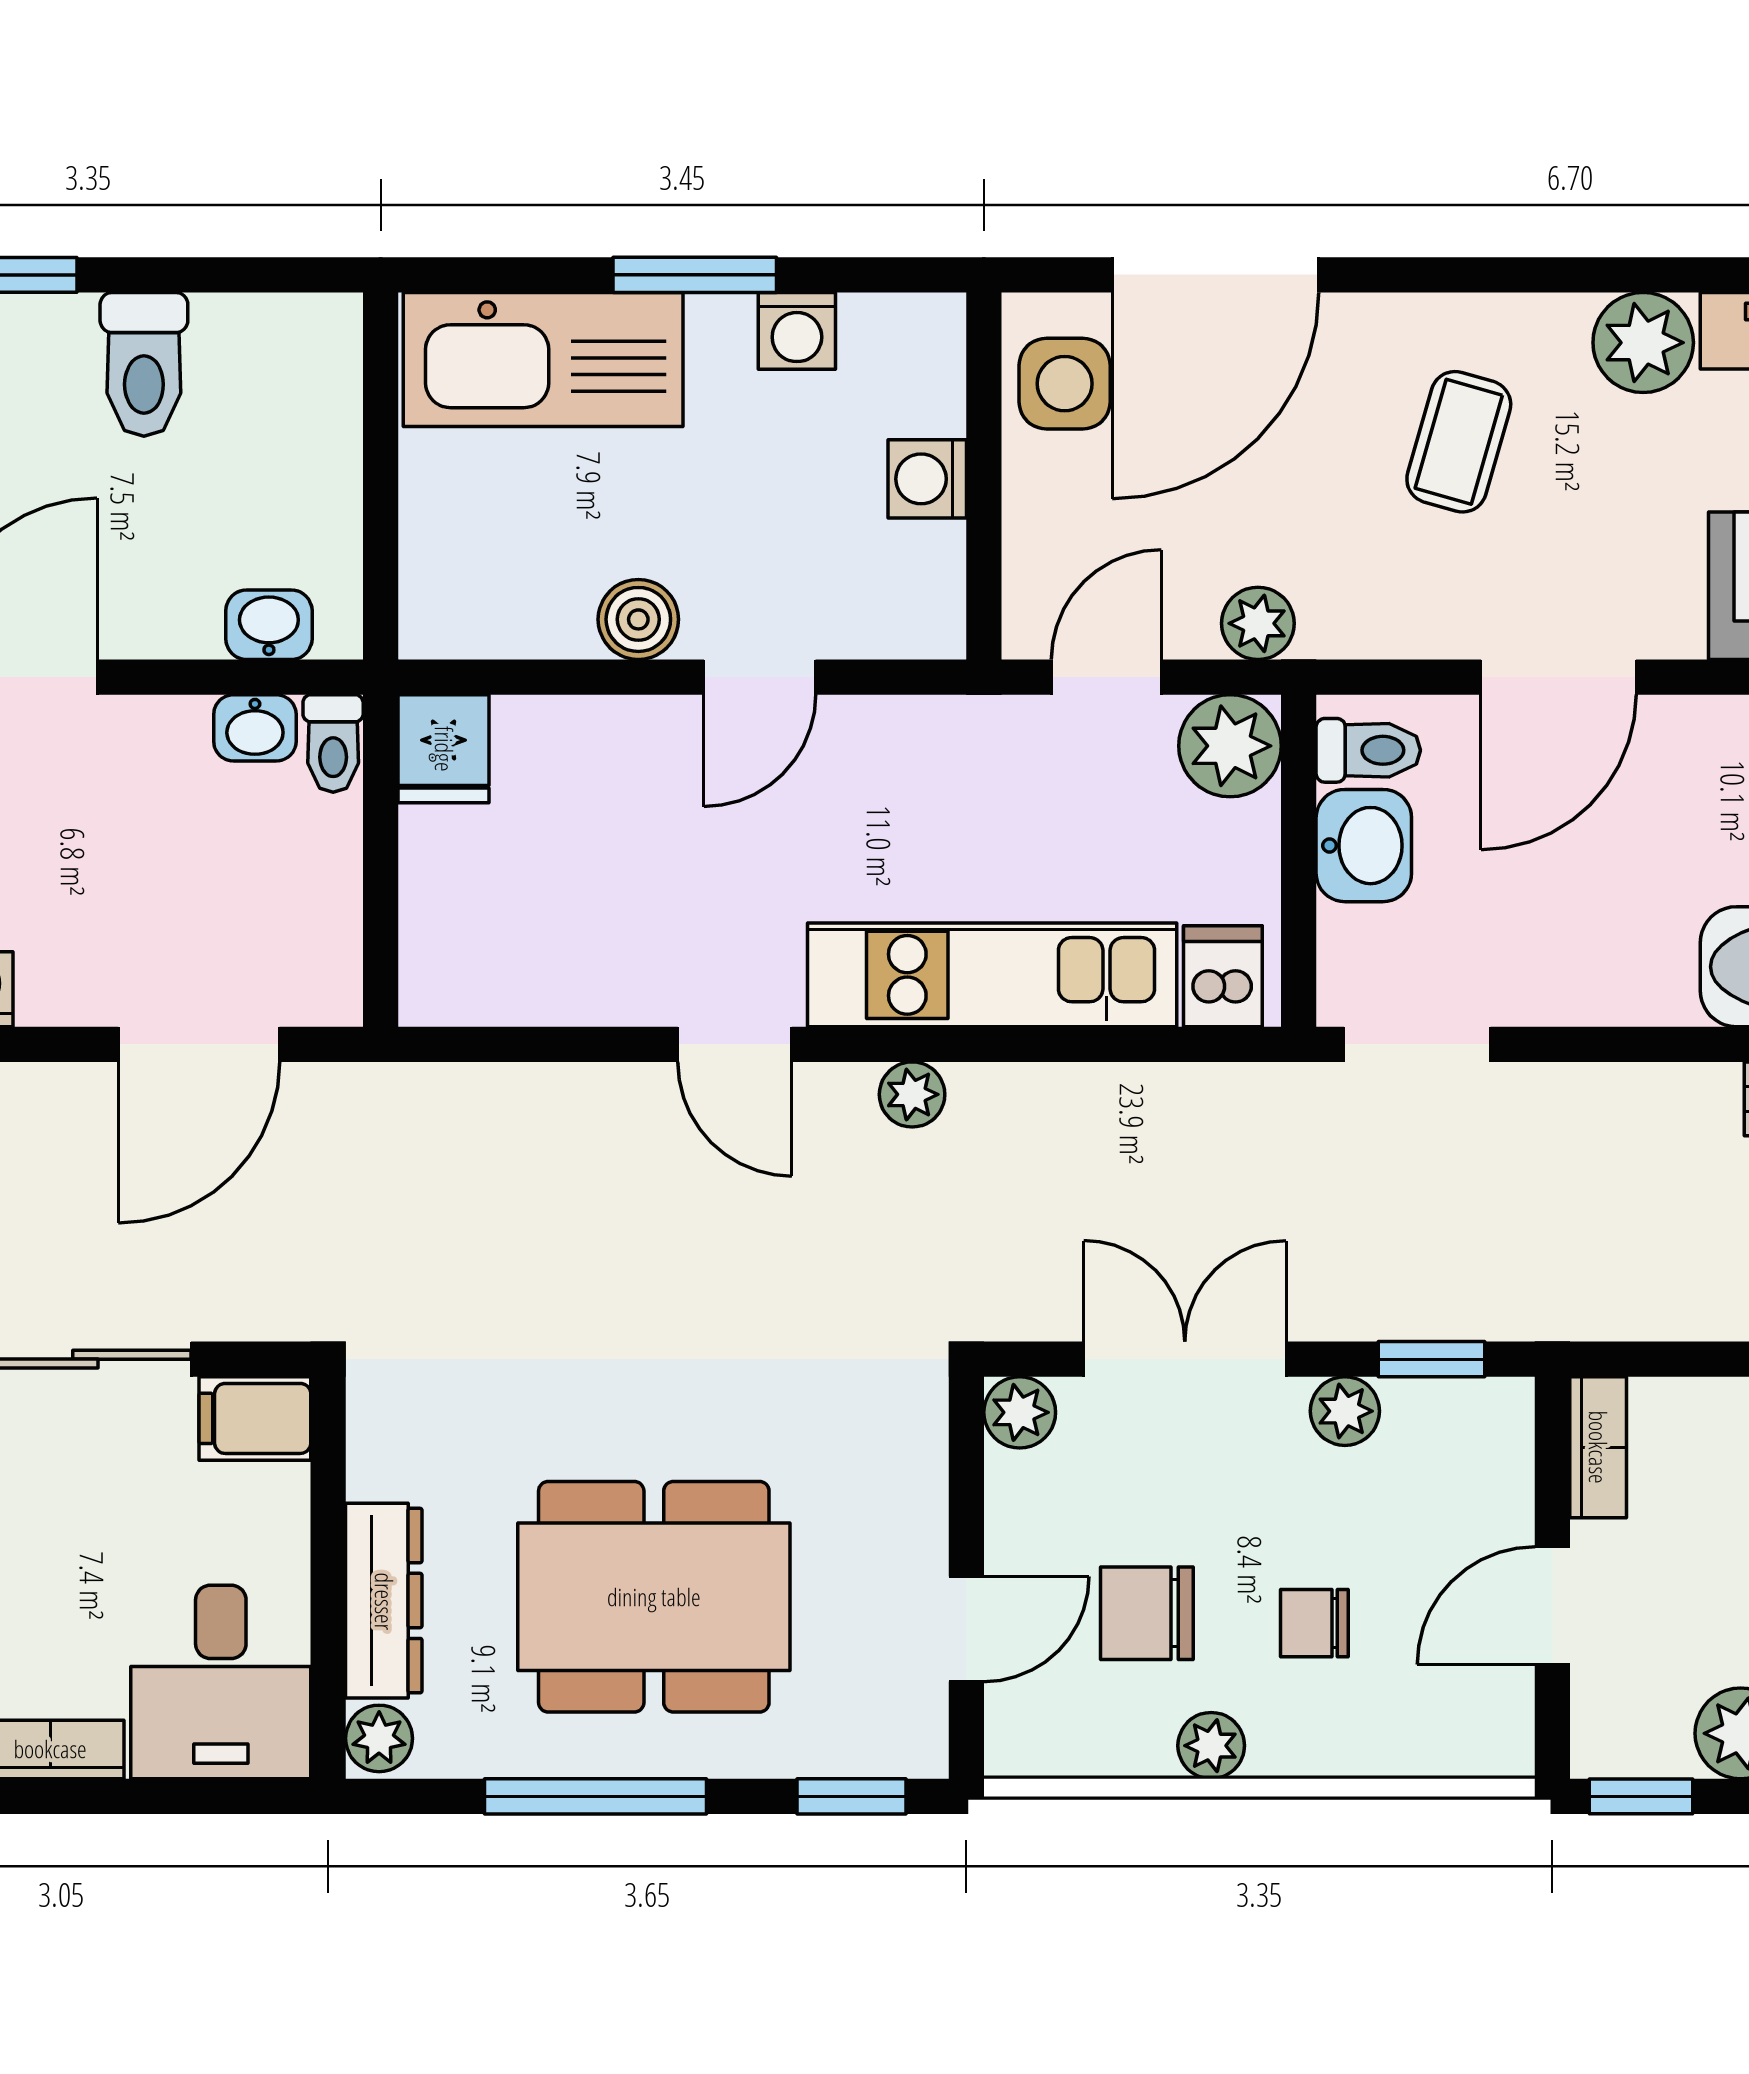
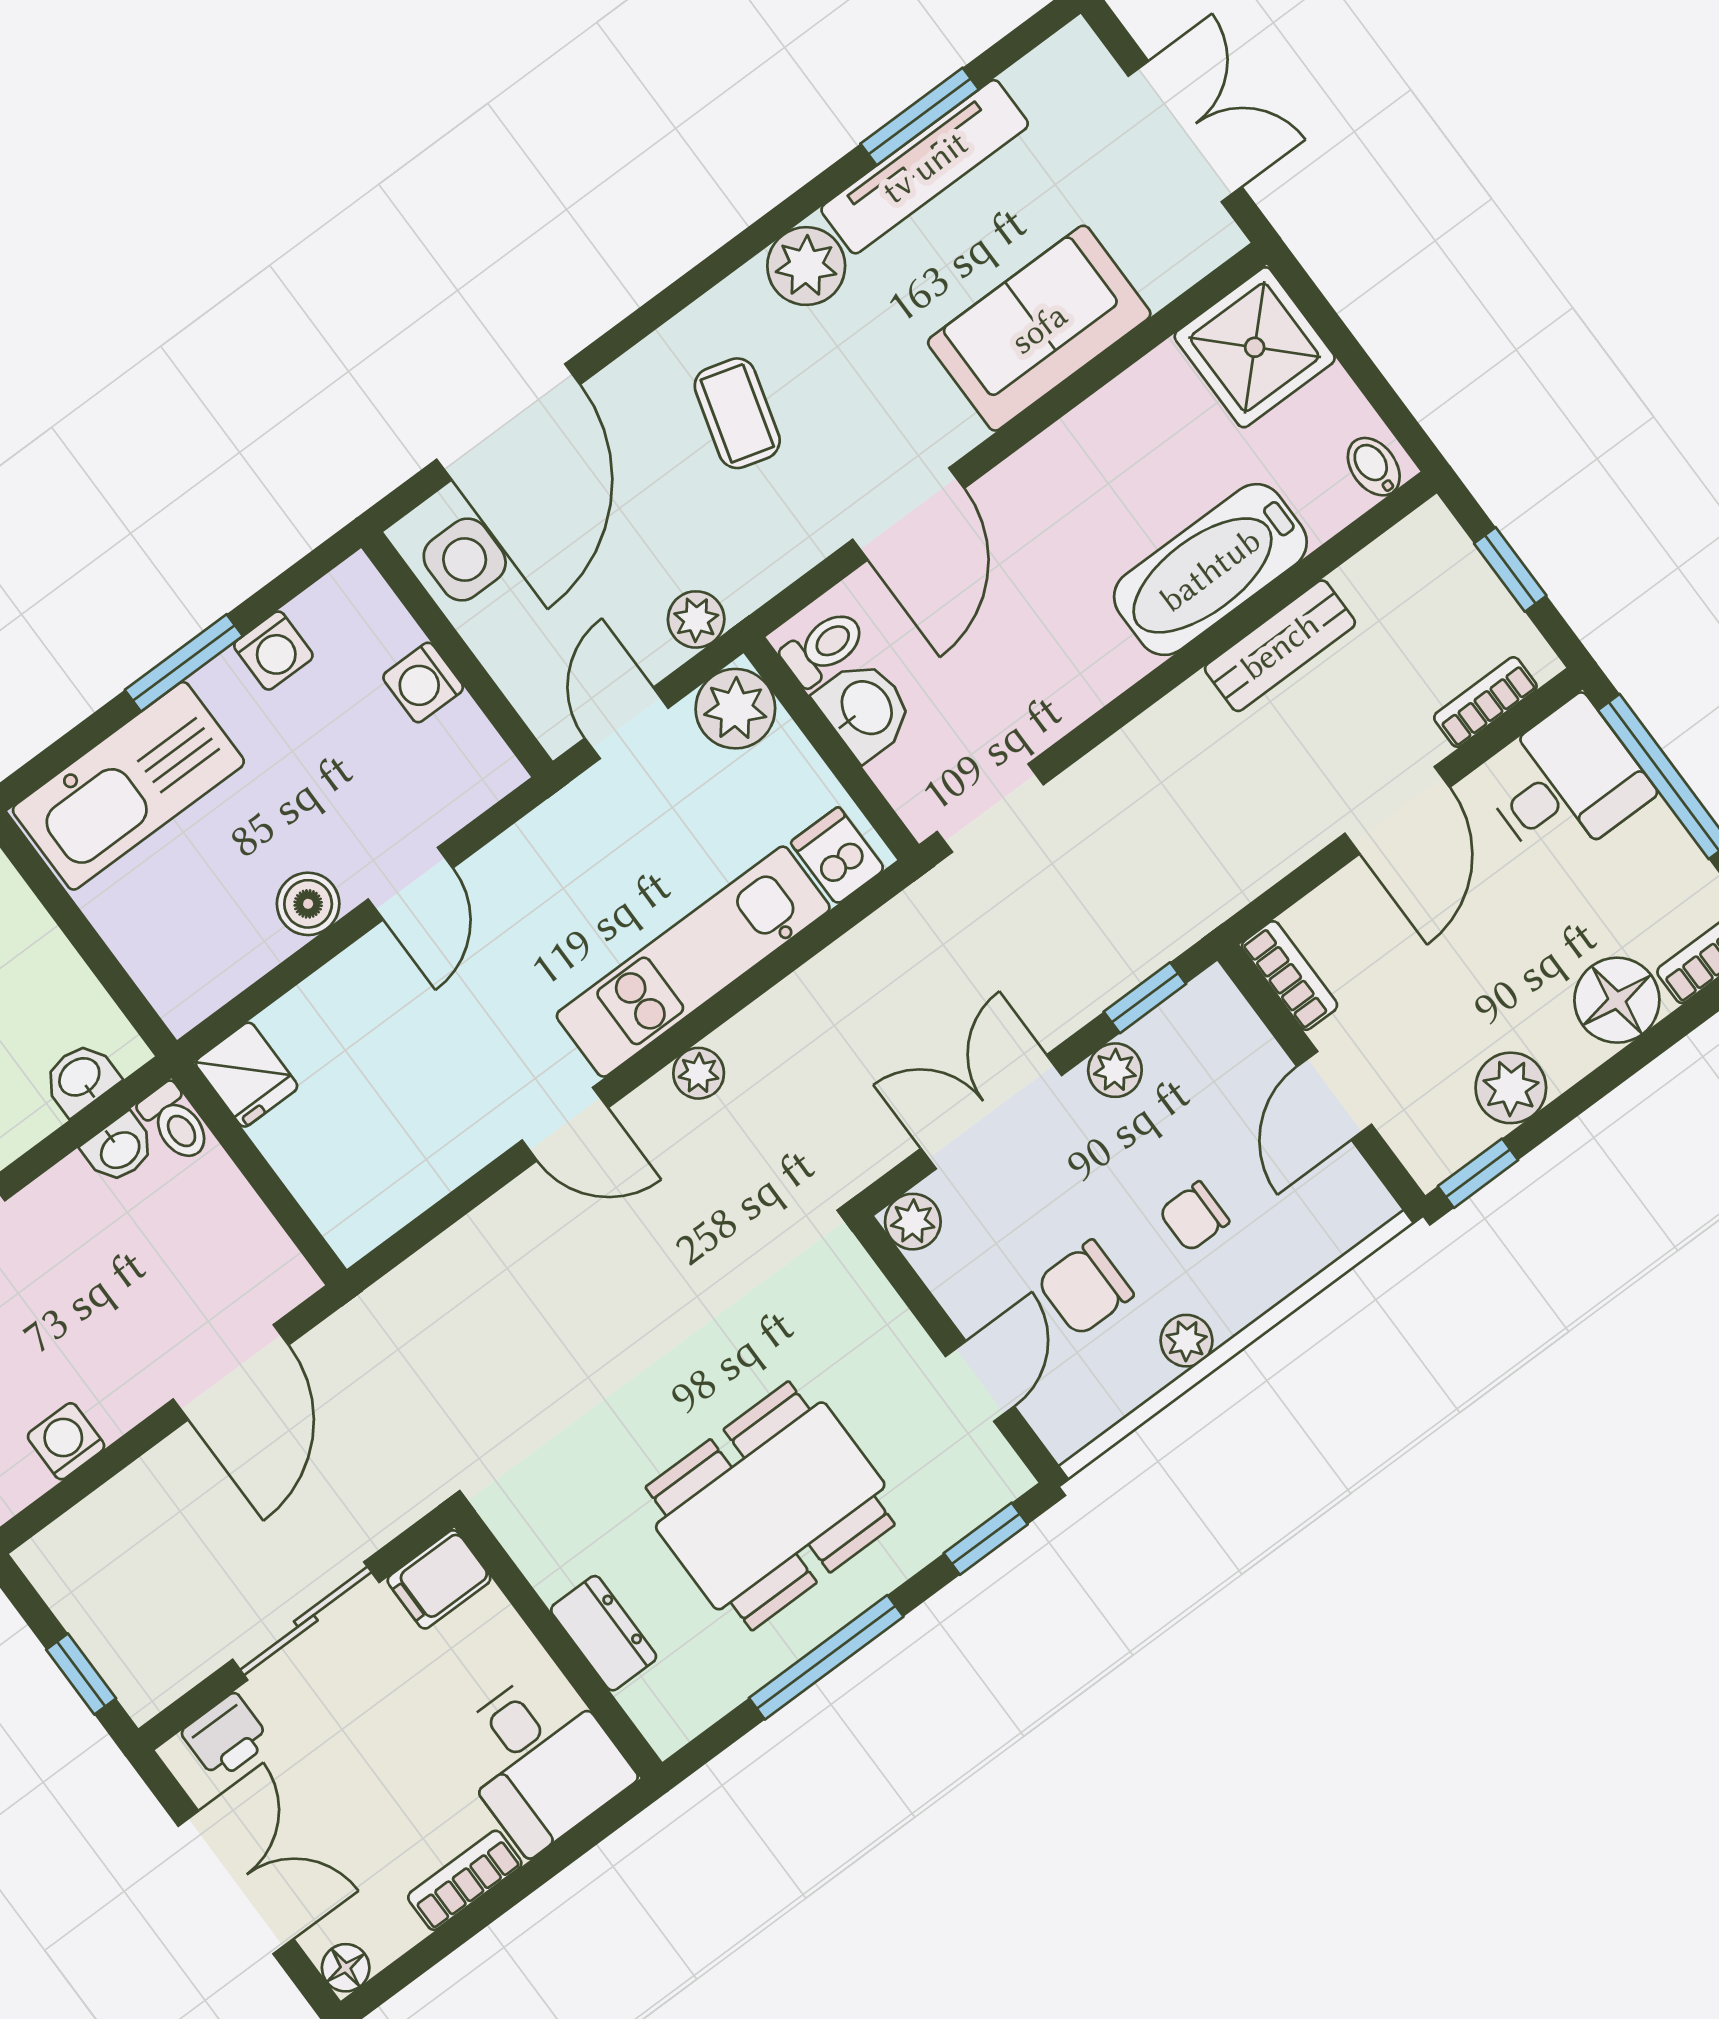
dresser: (384, 1601) -> (604, 1633), width x0.70
plant: (379, 1738) -> (664, 1721), removed

